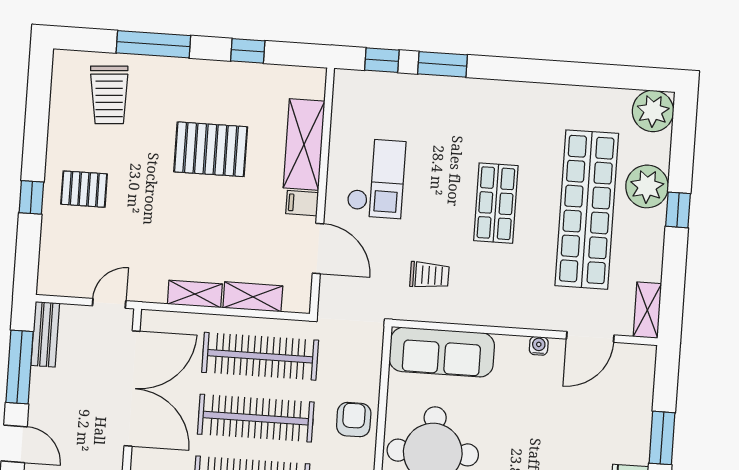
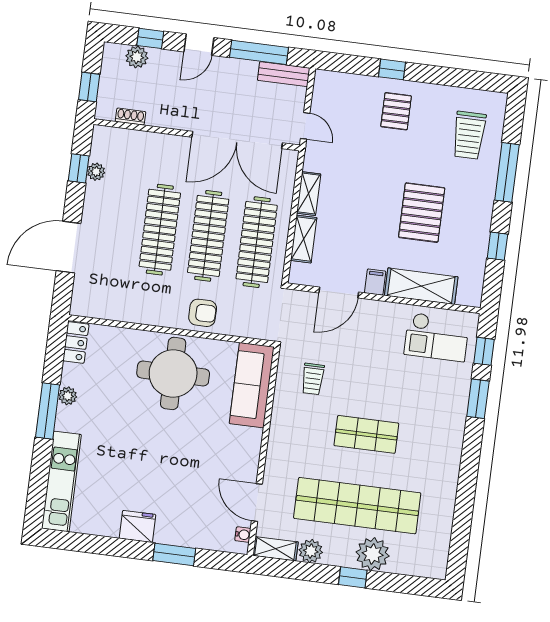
trolley: (109, 95) -> (469, 135), turned -86
plant: (653, 111) -> (311, 551), moved, width x0.73, depth x0.73
checkout: (376, 178) -> (437, 337), moved
water cooler: (539, 346) -> (243, 535), moved

